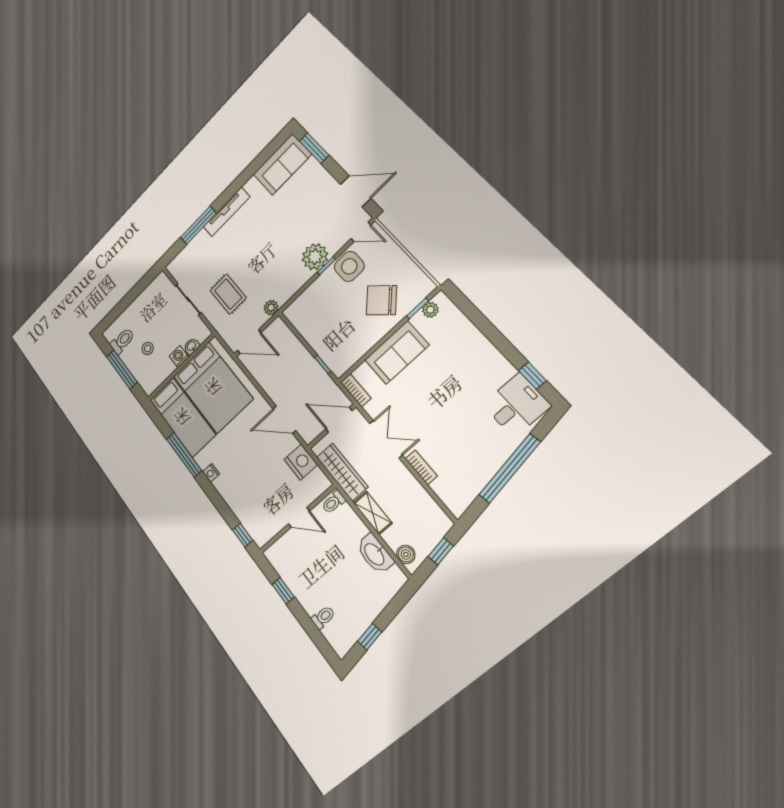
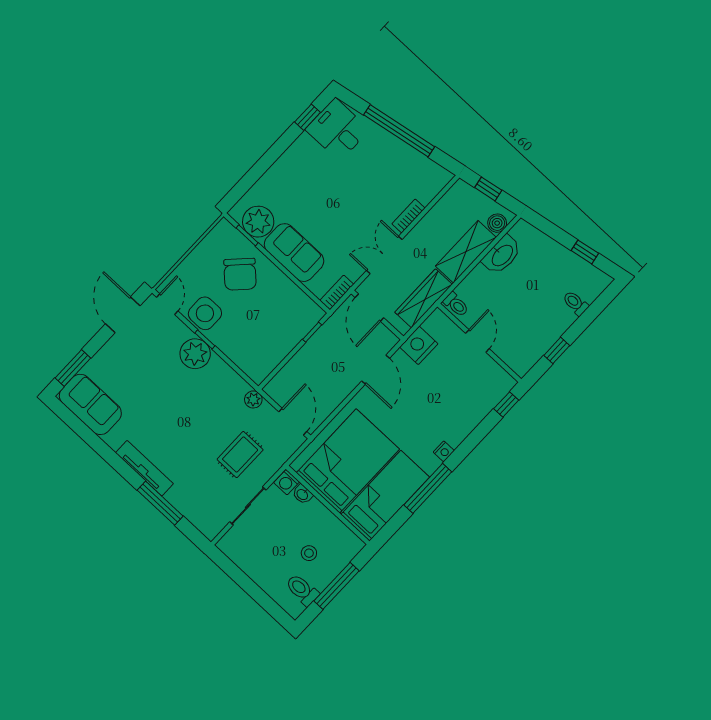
plant: (430, 310) -> (258, 222), width x1.88, depth x1.88
washing machine: (179, 357) -> (287, 482), moved
shelving: (373, 513) -> (466, 252), width x1.50, depth x1.33

